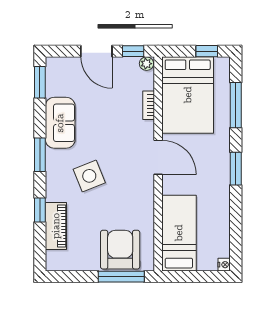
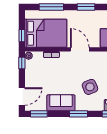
door: (96, 51) -> (22, 96), moved
window: (207, 51) -> (22, 36), moved
door: (158, 157) -> (80, 49), hinge flipped

